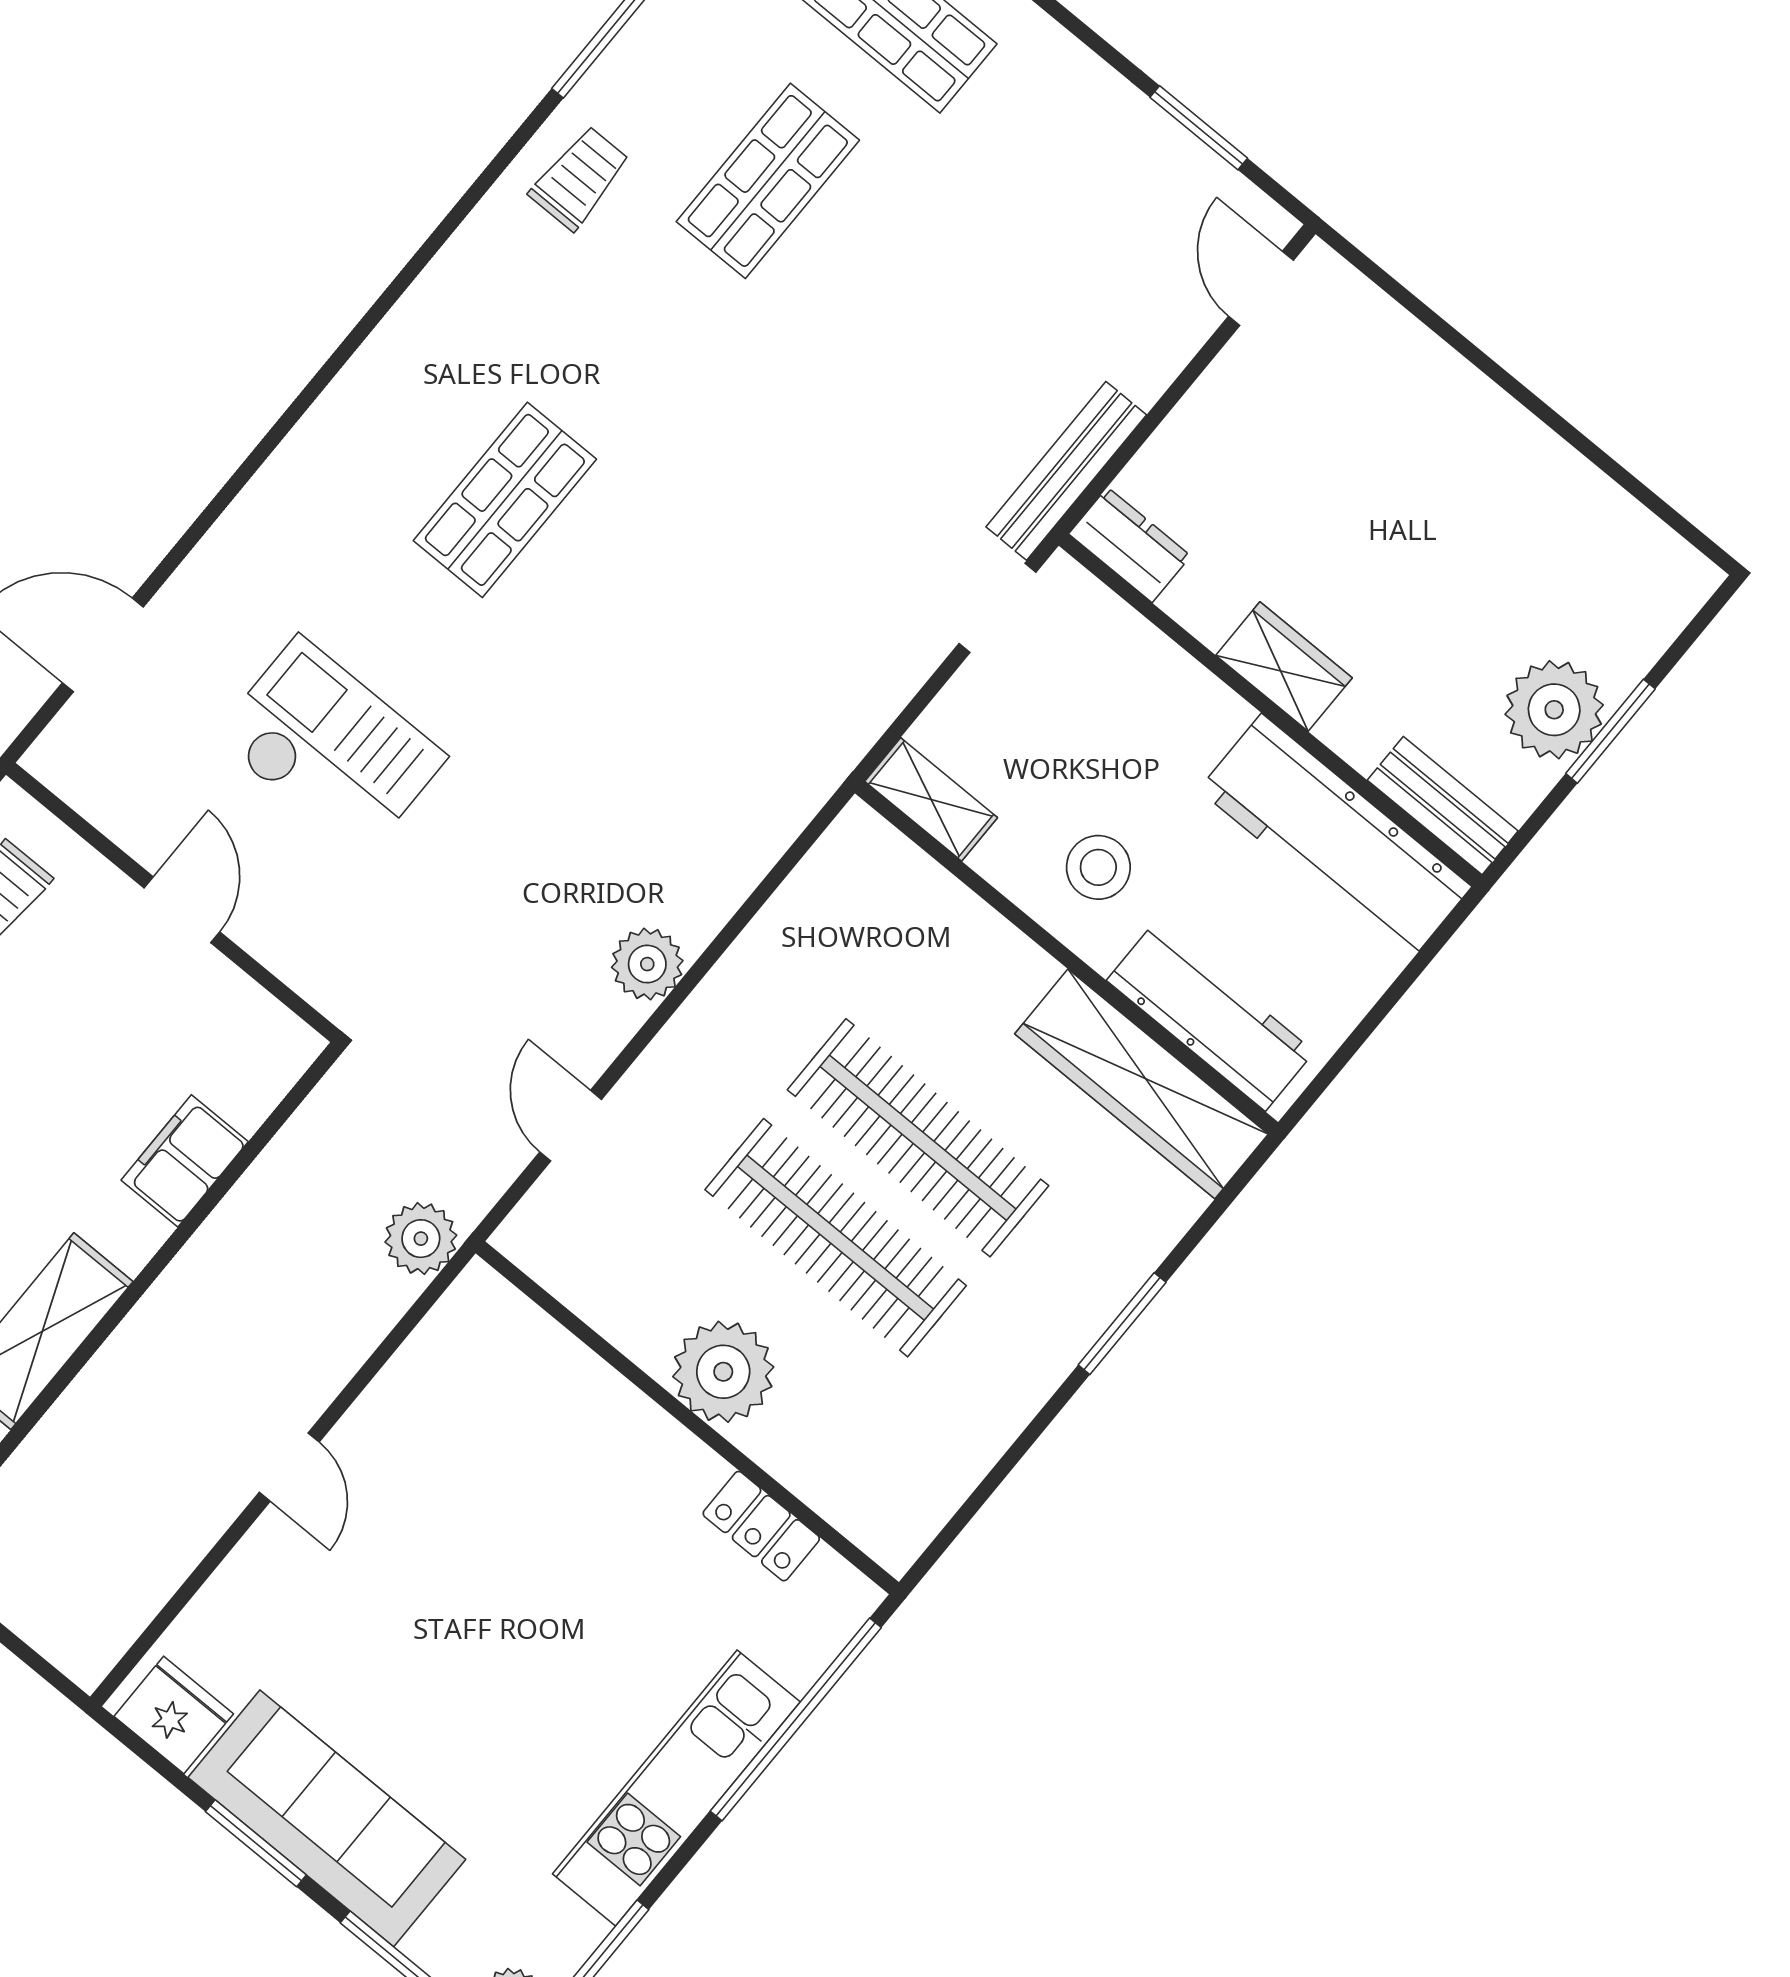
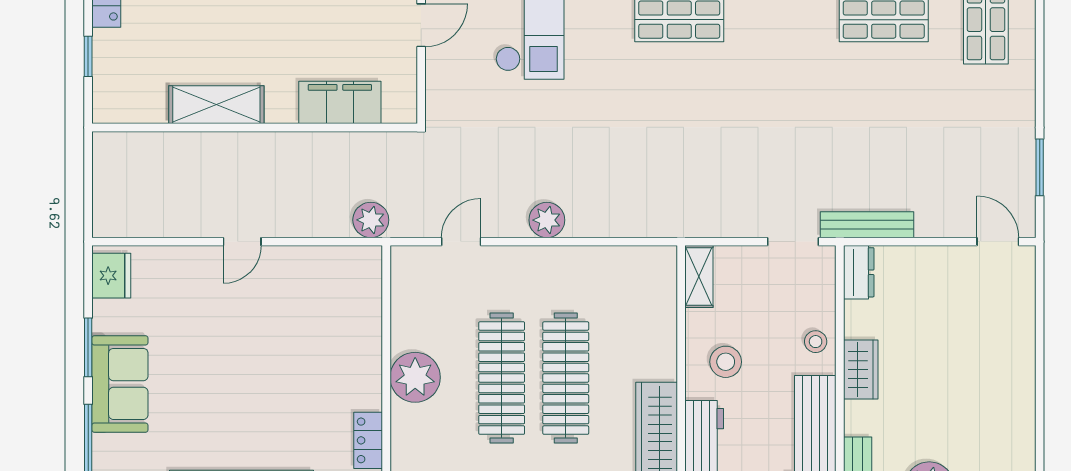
door: (1261, 288) -> (998, 242), hinge flipped
stool: (1182, 701) -> (816, 342), added
filing cabinet: (185, 1161) -> (340, 102), width x1.50, depth x1.17
sofa: (327, 1818) -> (120, 384), width x0.73

